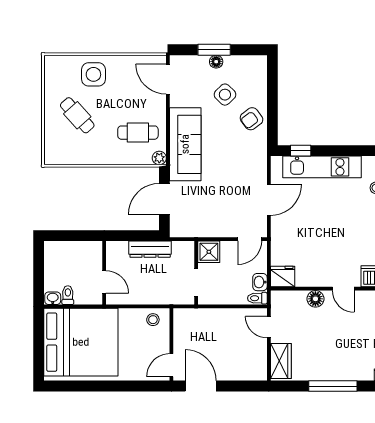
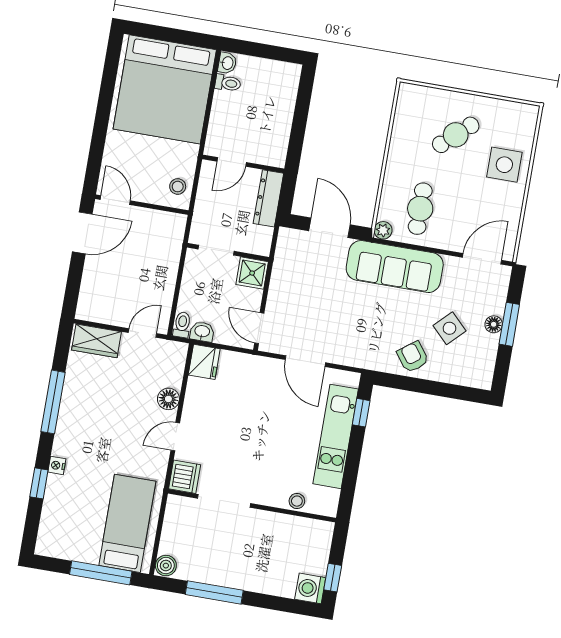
wall: (104, 273) -> (243, 164), moved
door: (104, 282) -> (232, 162), moved

